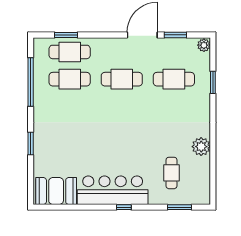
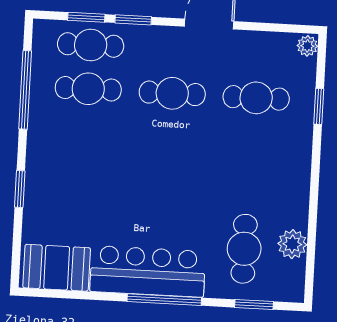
window: (175, 35) -> (133, 20), moved
plant: (201, 147) -> (292, 244), moved
cafe table: (171, 173) -> (244, 249), width x1.37, depth x1.35
window: (124, 207) -> (164, 300), width x3.17

